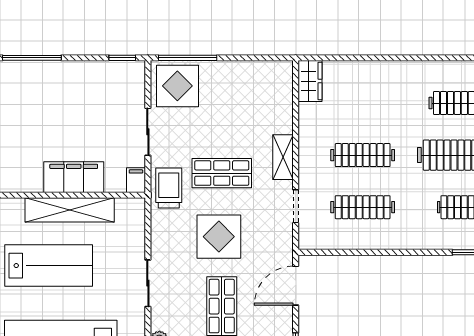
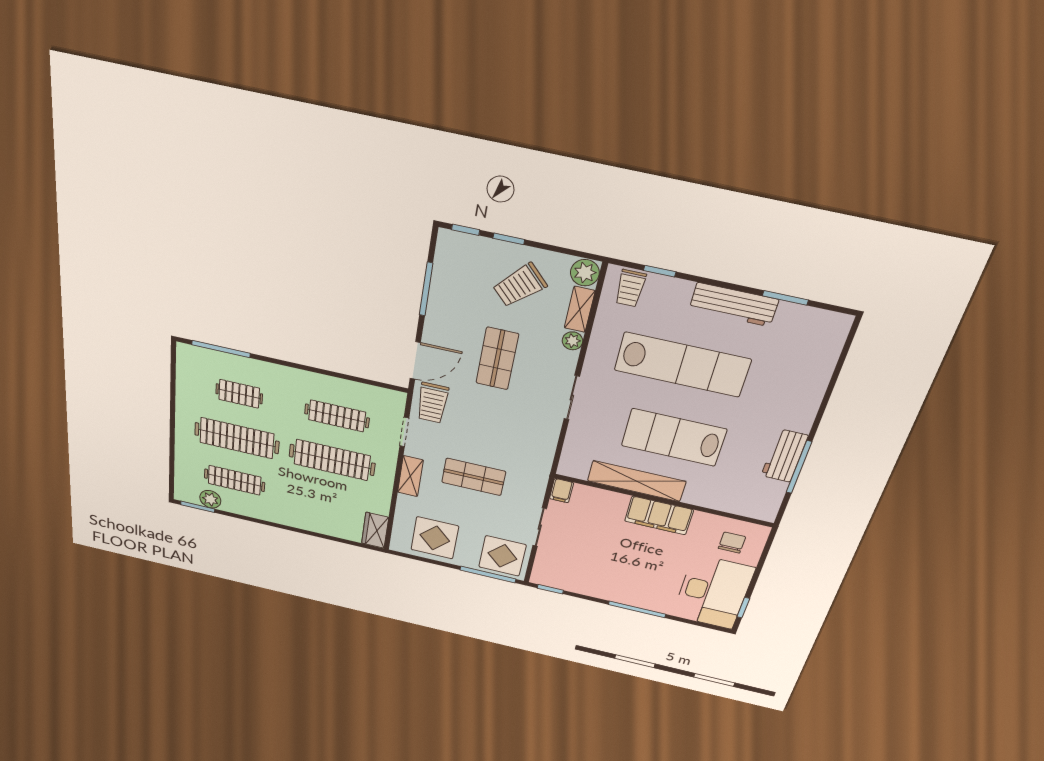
clothes rail: (363, 155) -> (332, 460), width x1.37, depth x1.31
filing cabinet: (74, 177) -> (659, 515), moved
trolley: (169, 188) -> (433, 403), moved
display table: (219, 237) -> (435, 538), moved

